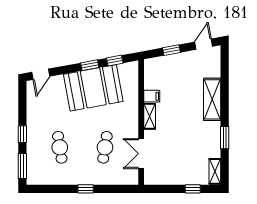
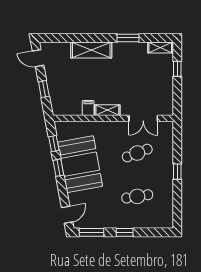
door: (41, 74) -> (67, 215), hinge flipped
cafe table: (105, 147) -> (137, 153), turned -30
window: (22, 166) -> (91, 232), moved

